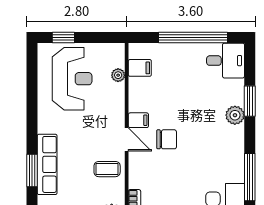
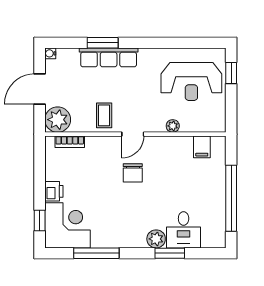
desk: (226, 61) -> (184, 230), moved
plant: (118, 75) -> (173, 126), moved
filing cabinet: (138, 120) -> (151, 146), removed

